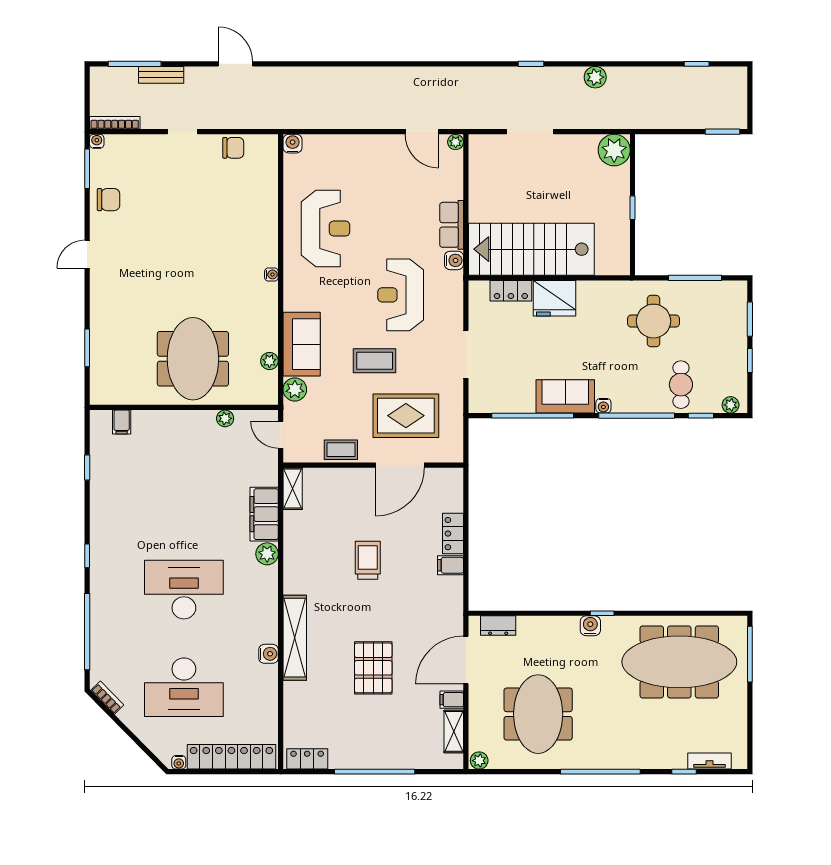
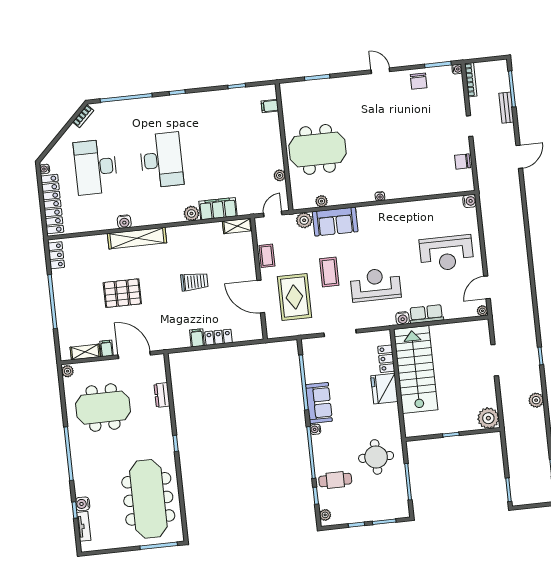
chair: (233, 148) -> (462, 161), turned 90
reception desk: (326, 228) -> (447, 253), moved
dresser: (498, 626) -> (162, 395), moved
water cooler: (590, 626) -> (83, 504), moved, turned 180

